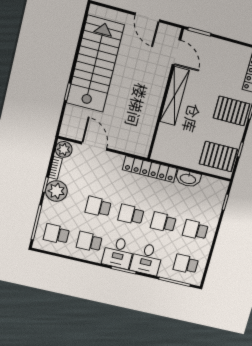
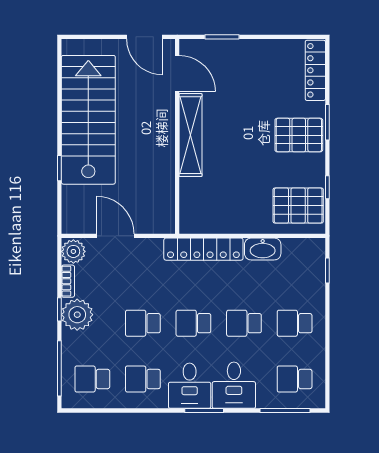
door: (176, 52) -> (177, 73), moved
wall: (165, 95) -> (177, 136), moved
shelving: (174, 96) -> (191, 135), moved

